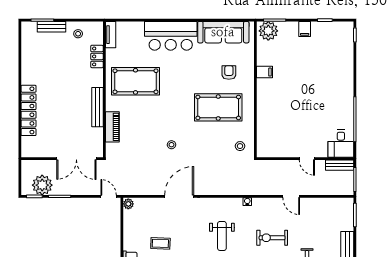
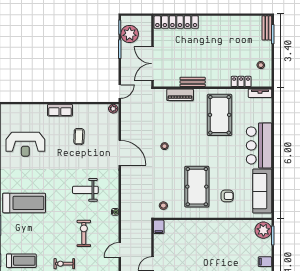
bench: (52, 27) -> (267, 28), moved
filing cabinet: (265, 72) -> (159, 227), moved
bench: (97, 107) -> (193, 82), width x0.73
locker: (29, 110) -> (176, 22), moved

